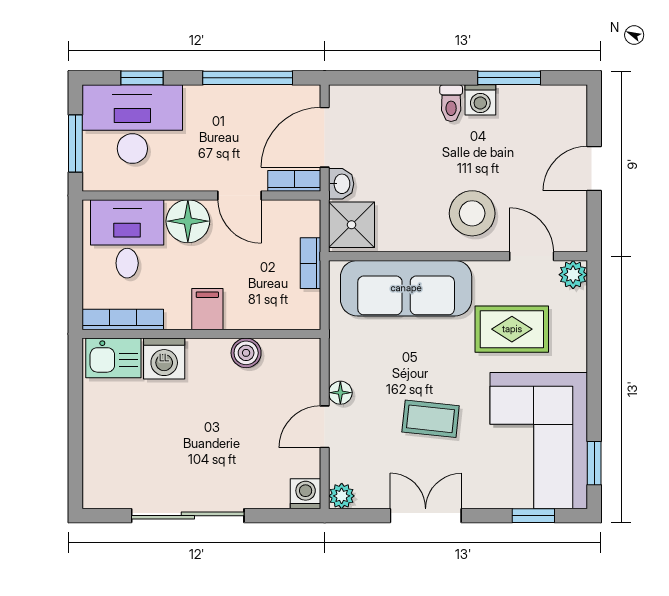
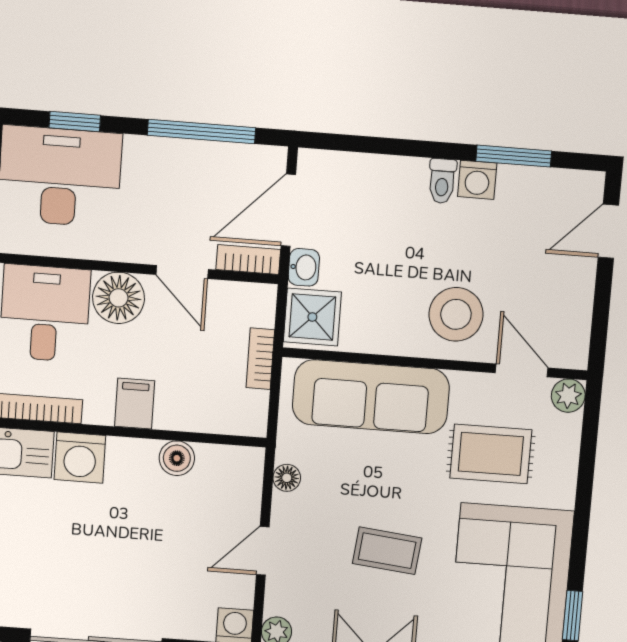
door: (594, 169) -> (608, 231), moved
floor lamp: (340, 393) -> (287, 478), moved

